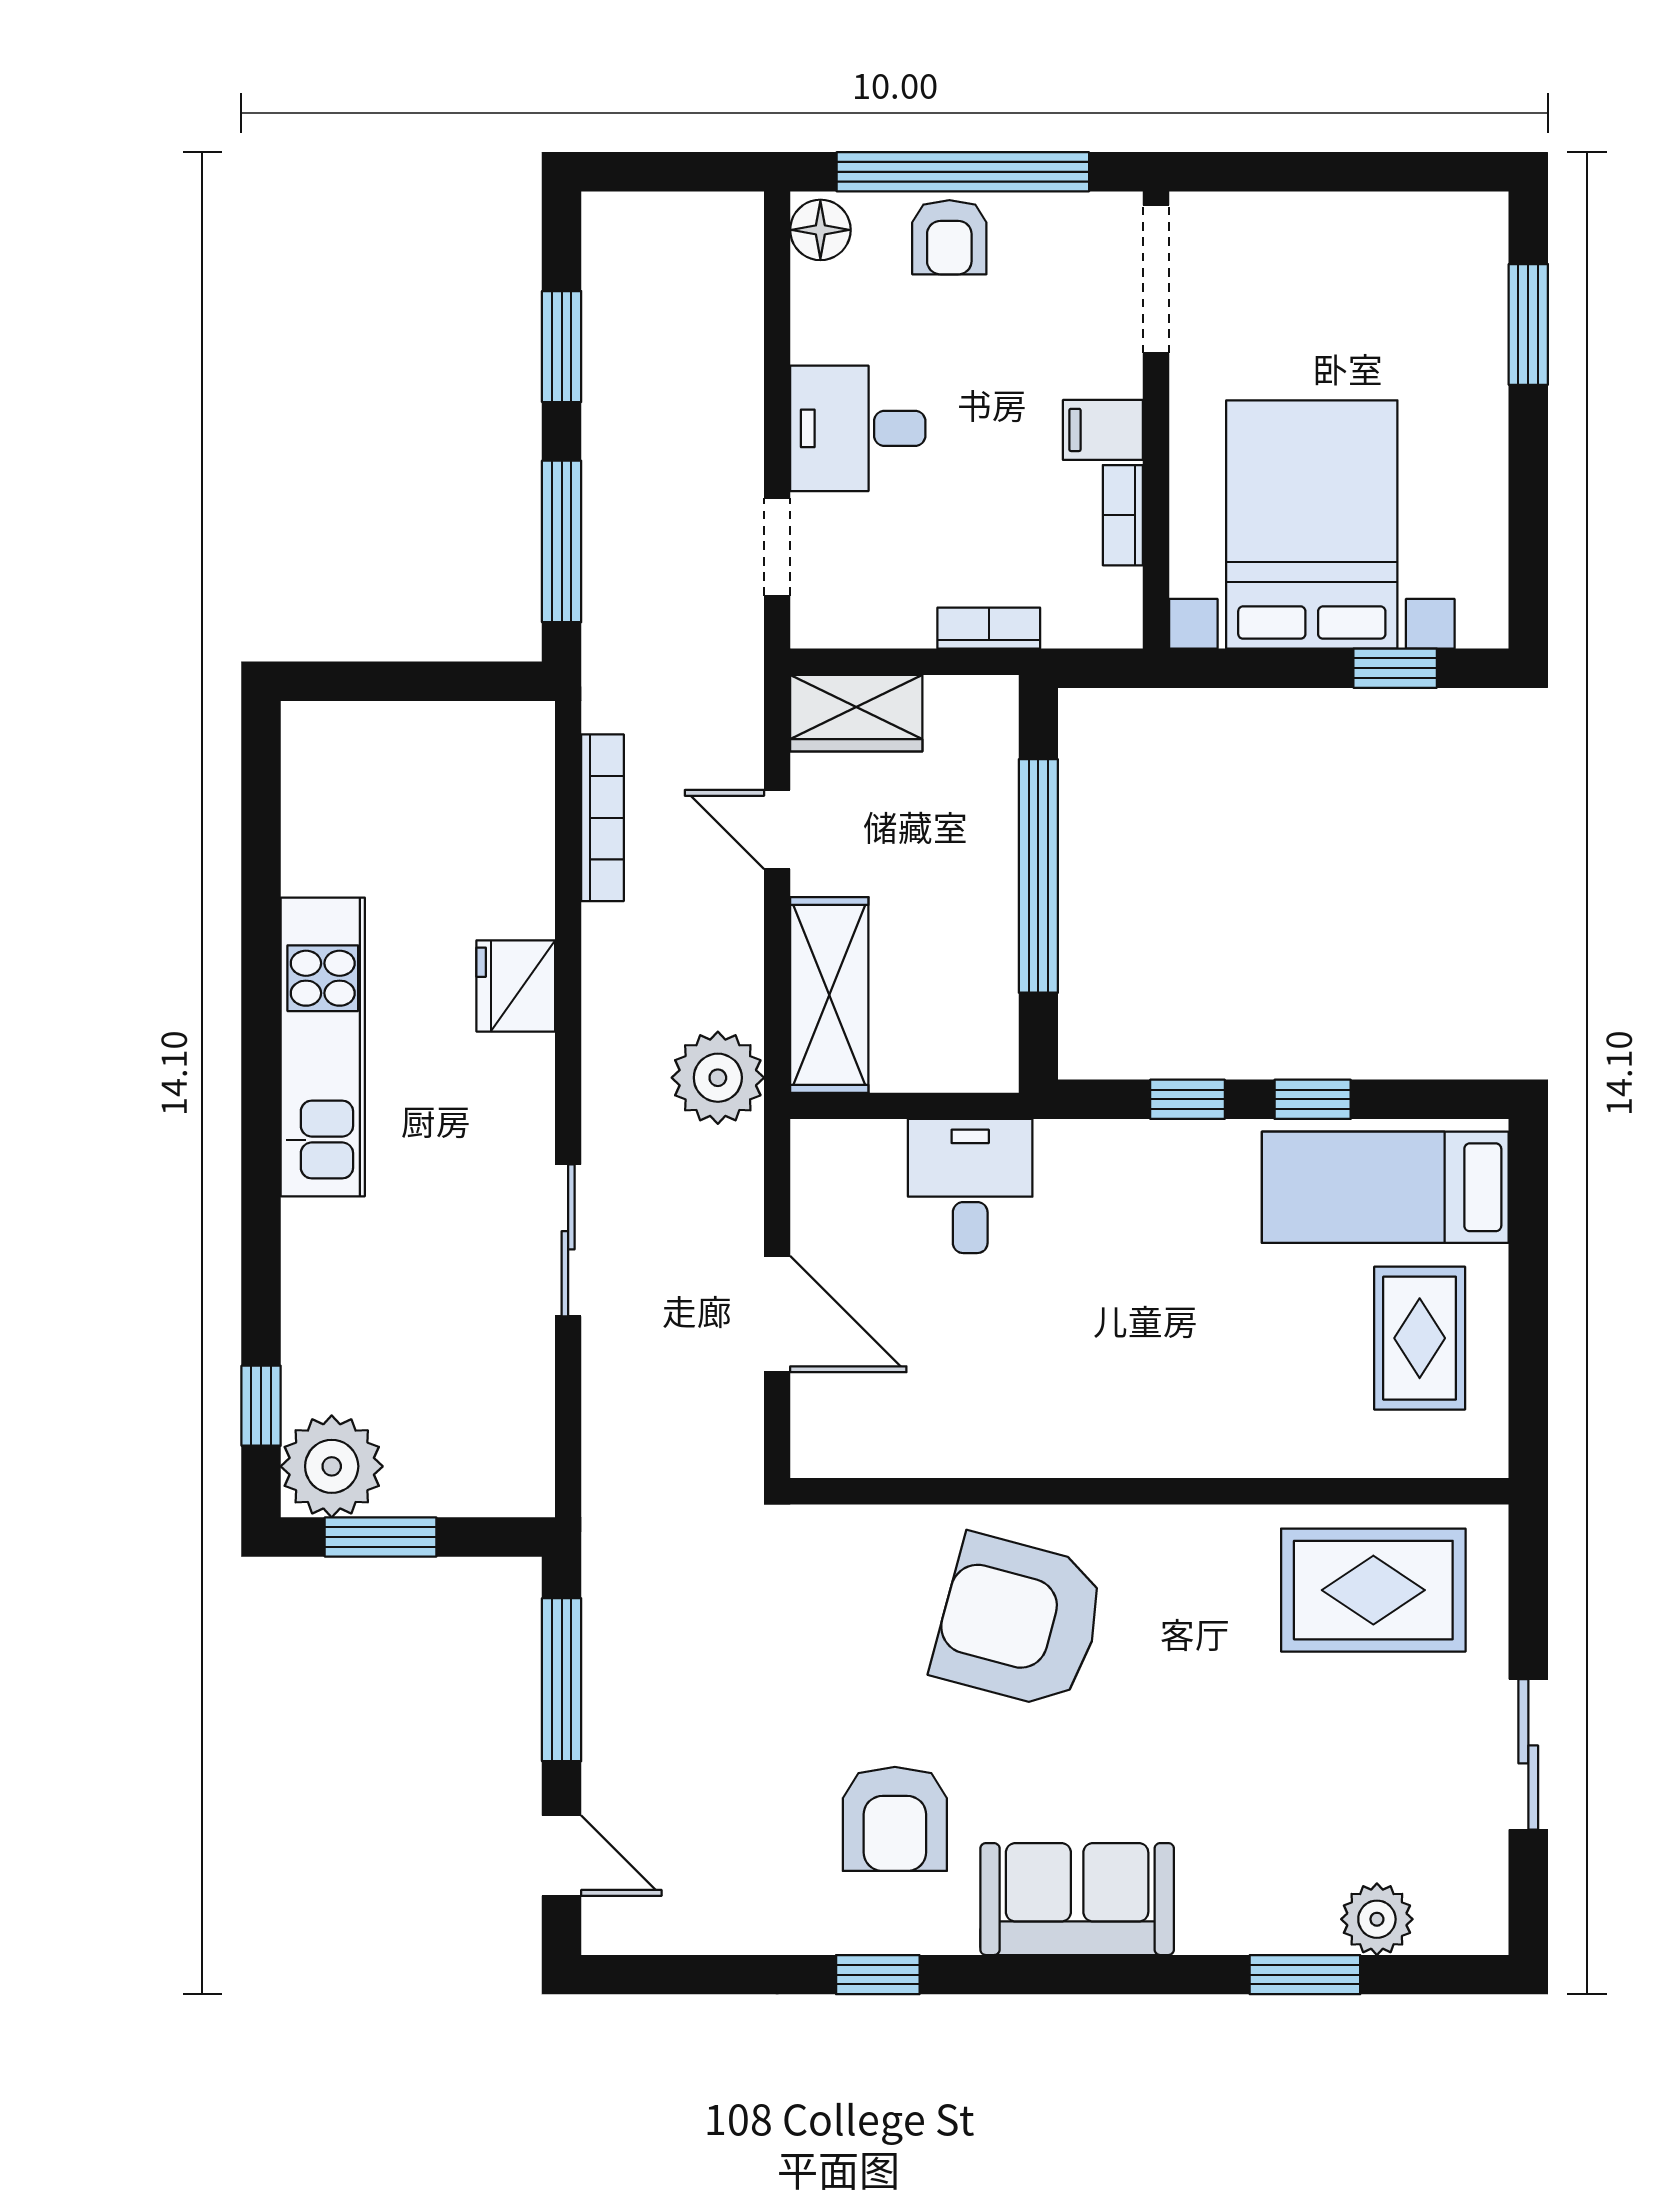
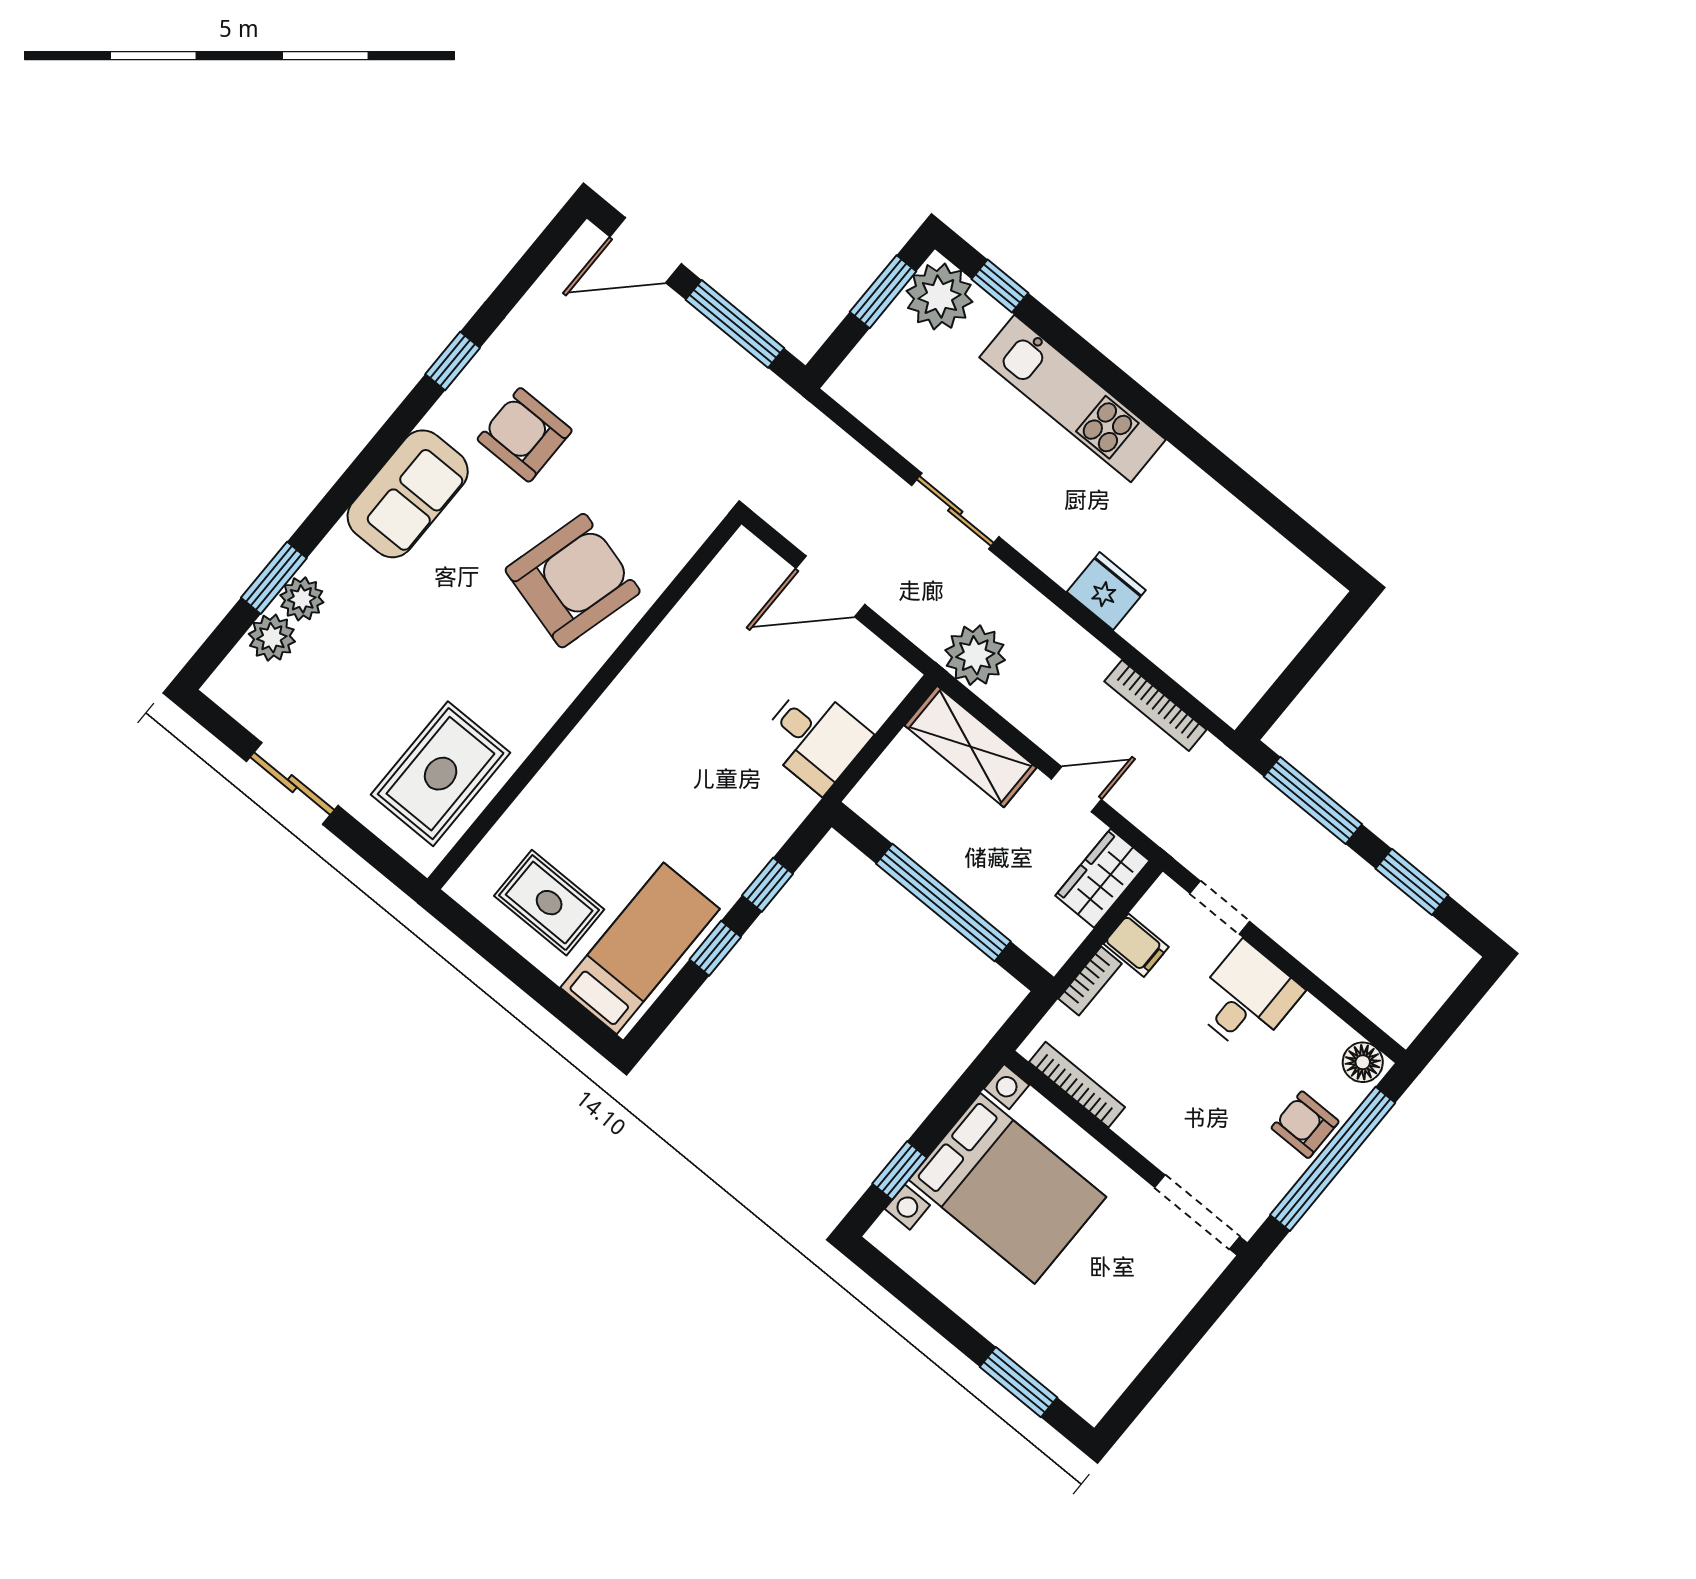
filing cabinet: (1103, 430) -> (1136, 945), moved, turned 90
bookcase: (1123, 515) -> (1077, 1085), width x1.56
kitchen unit: (323, 1047) -> (1073, 399), moved
door: (562, 1856) -> (646, 250), width x1.38
plant: (1302, 1922) -> (302, 599), added

